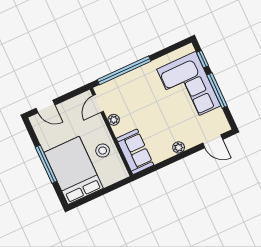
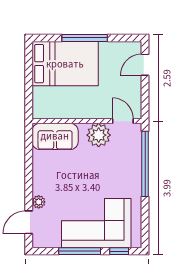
plant: (114, 120) -> (99, 135), width x1.88, depth x1.88
plant: (179, 147) -> (39, 202), moved
stool: (103, 151) -> (72, 103), removed

